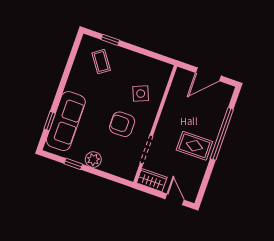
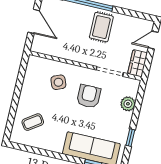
window: (110, 40) -> (12, 116), removed
armchair: (122, 124) -> (89, 96), turned 180
plant: (93, 160) -> (128, 104), moved

